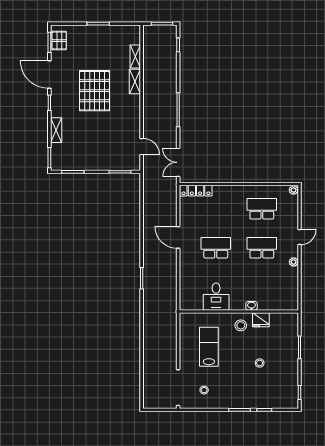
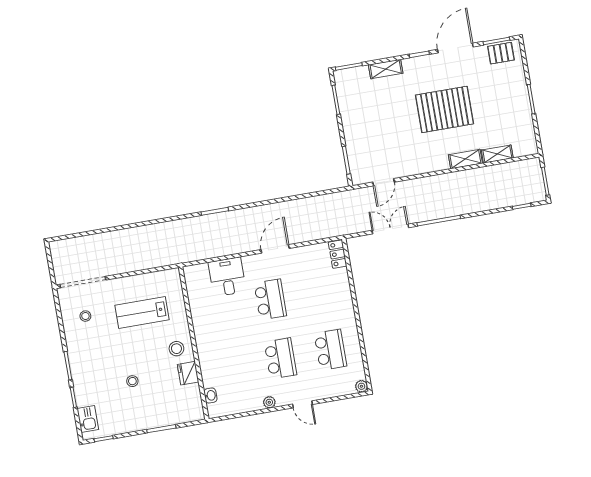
double door: (178, 162) -> (390, 229), moved
locker: (196, 191) -> (338, 254), width x0.66
desk: (216, 297) -> (227, 277), moved, turned 90
washbasin: (251, 306) -> (210, 396), moved
lab bench: (209, 347) -> (142, 313), turned 180
kitchen sink: (283, 402) -> (88, 419), added

